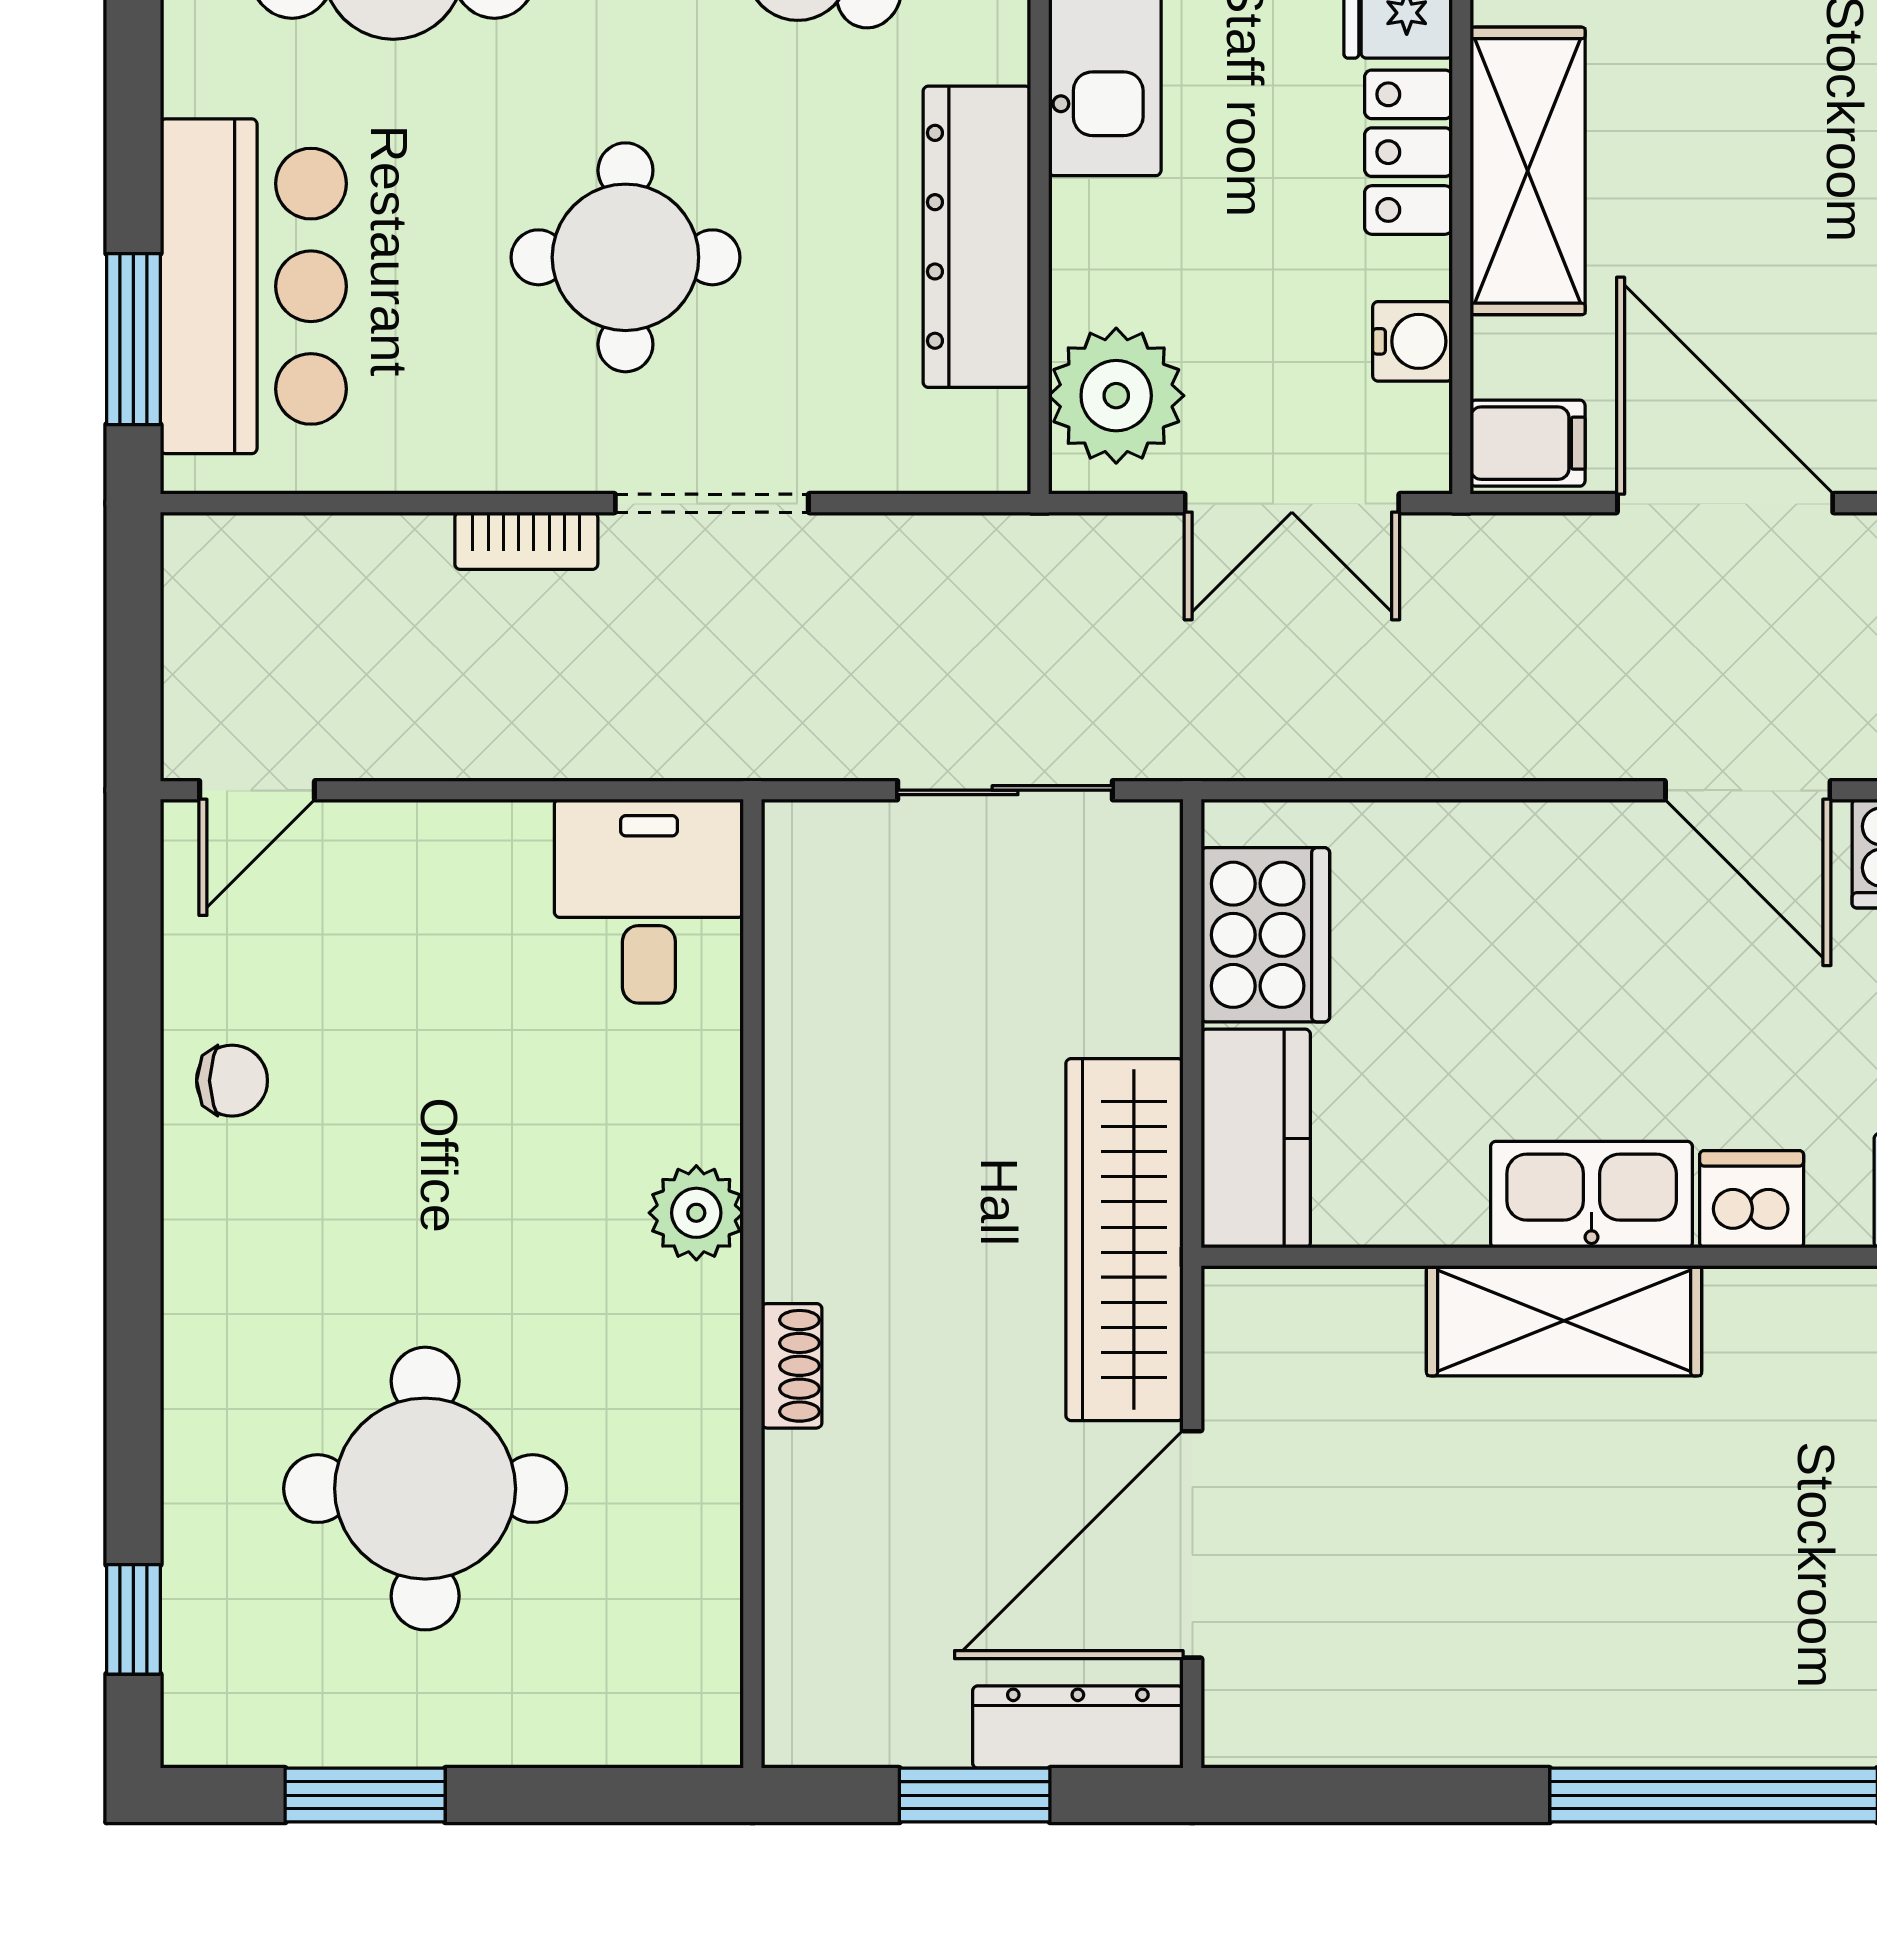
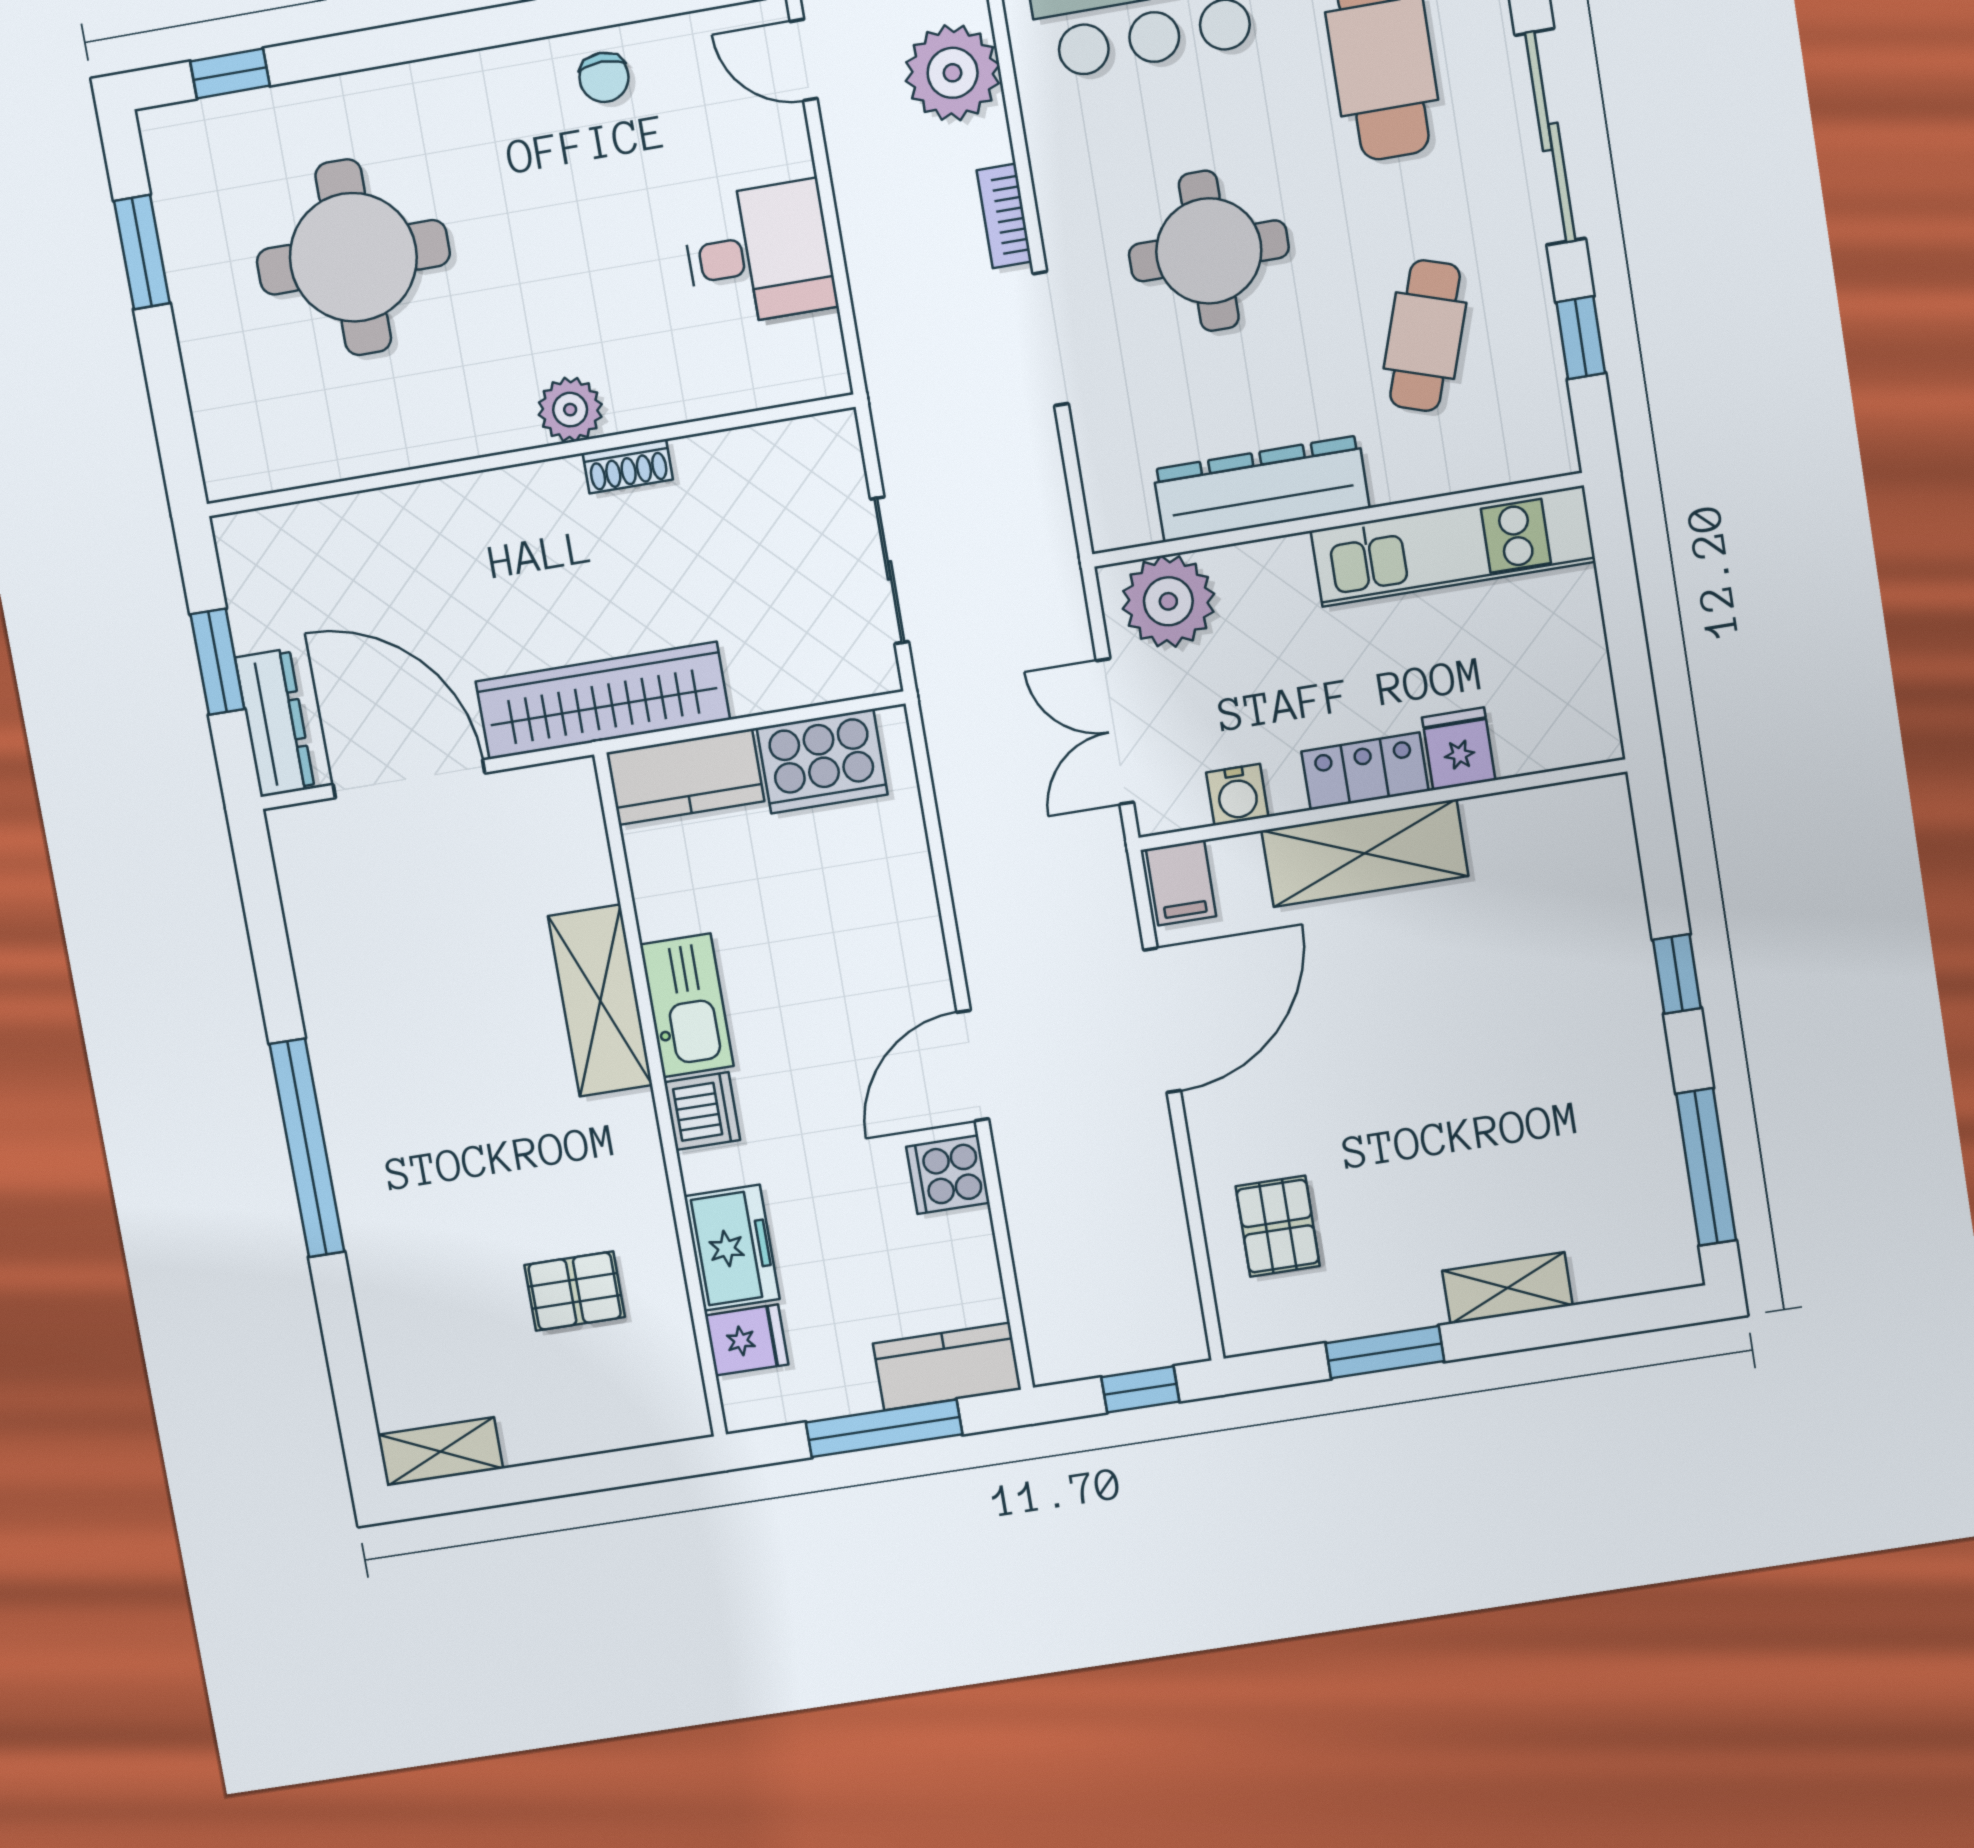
plant: (312, 581) -> (953, 73), added
desk: (649, 901) -> (759, 254), moved
shoe rack: (792, 1366) -> (628, 466), moved

